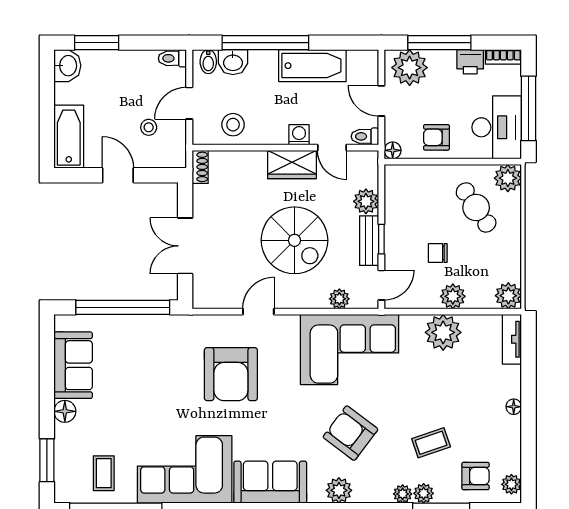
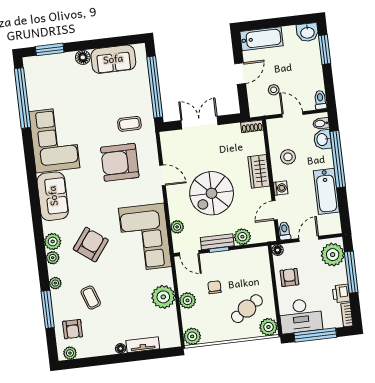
stool: (233, 125) -> (288, 157), moved
wardrobe: (292, 165) -> (259, 171), moved
tv unit: (512, 339) -> (143, 345), moved
coffee table: (104, 473) -> (129, 124), moved
plant: (424, 493) -> (53, 258), moved

